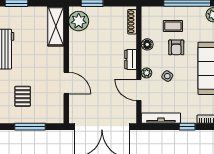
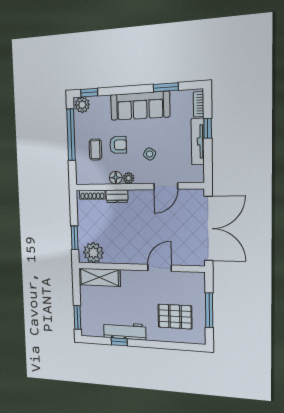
dresser: (131, 59) -> (117, 196), moved
plant: (147, 73) -> (129, 178), moved
pallet: (23, 96) -> (175, 317), width x1.50, depth x1.42
tv unit: (161, 118) -> (198, 142), moved

